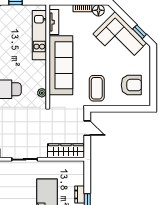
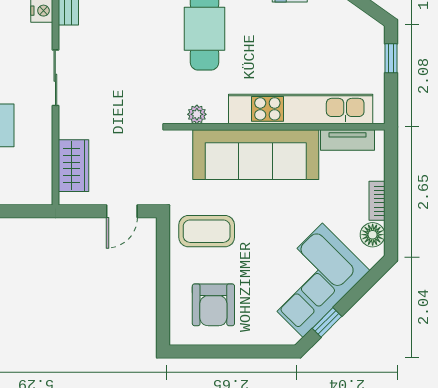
kitchen unit: (39, 35) -> (301, 109), width x1.36
wardrobe: (66, 151) -> (73, 166), width x0.67

